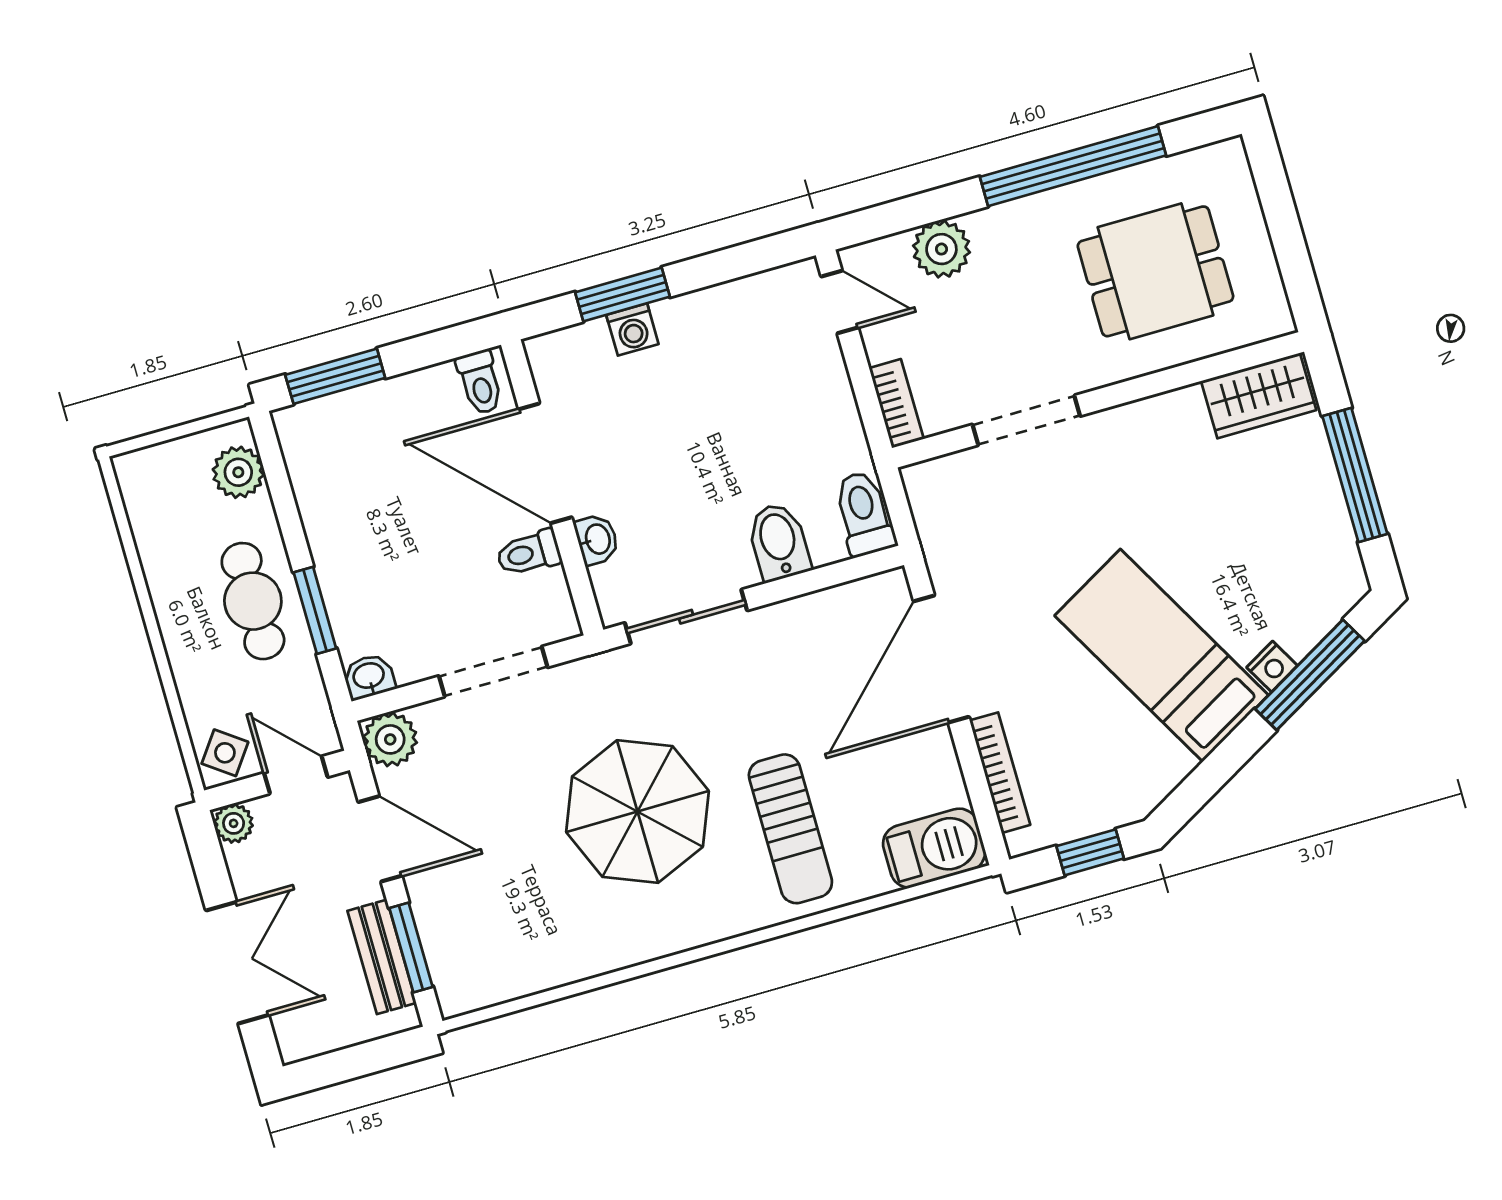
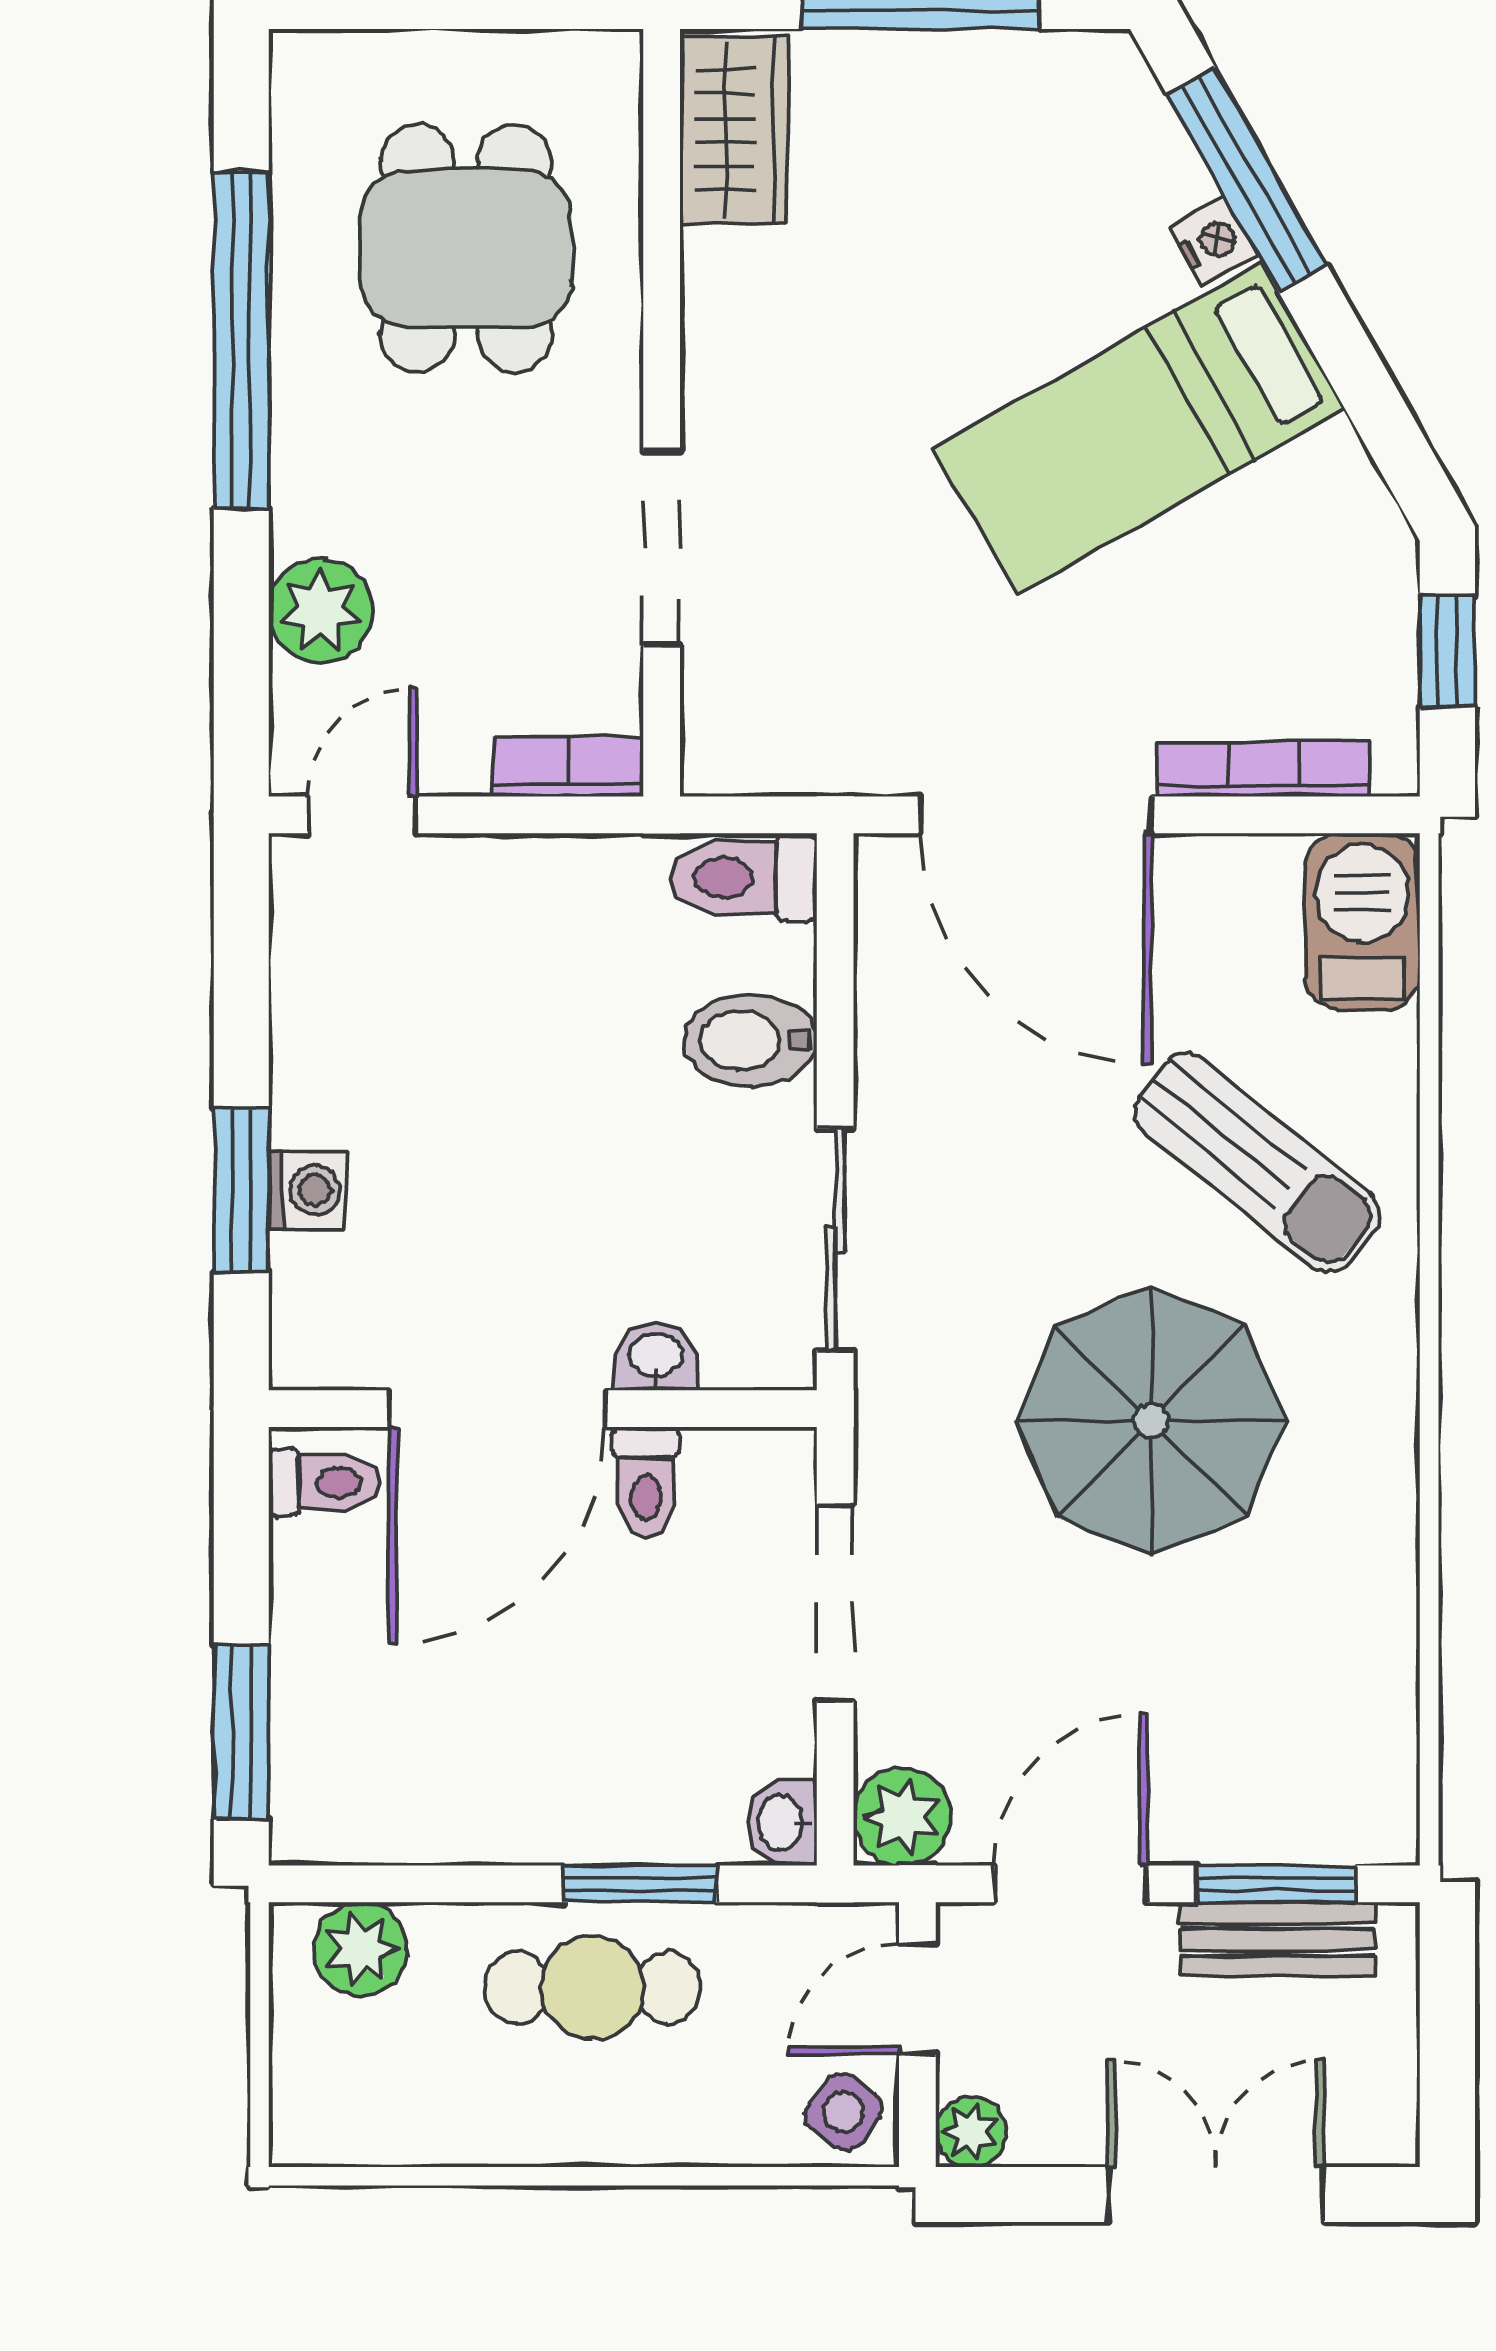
sun lounger: (790, 829) -> (1257, 1163), turned 39

